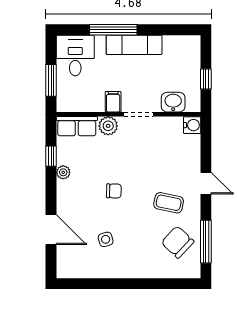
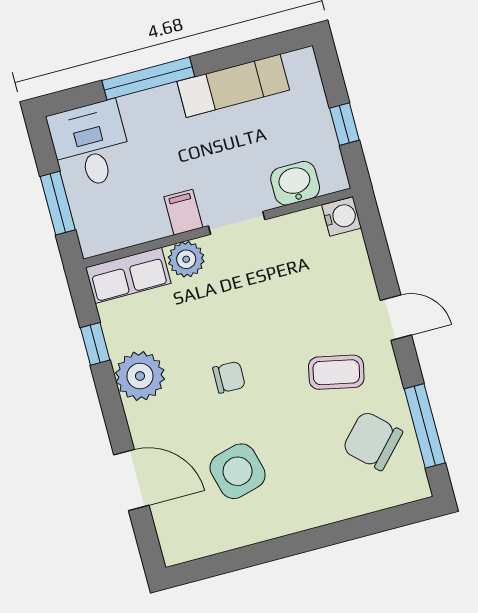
exam couch: (134, 45) -> (233, 86), moved
plant: (63, 172) -> (140, 376), width x1.87, depth x1.87
side table: (106, 239) -> (238, 471), width x1.87, depth x1.87

